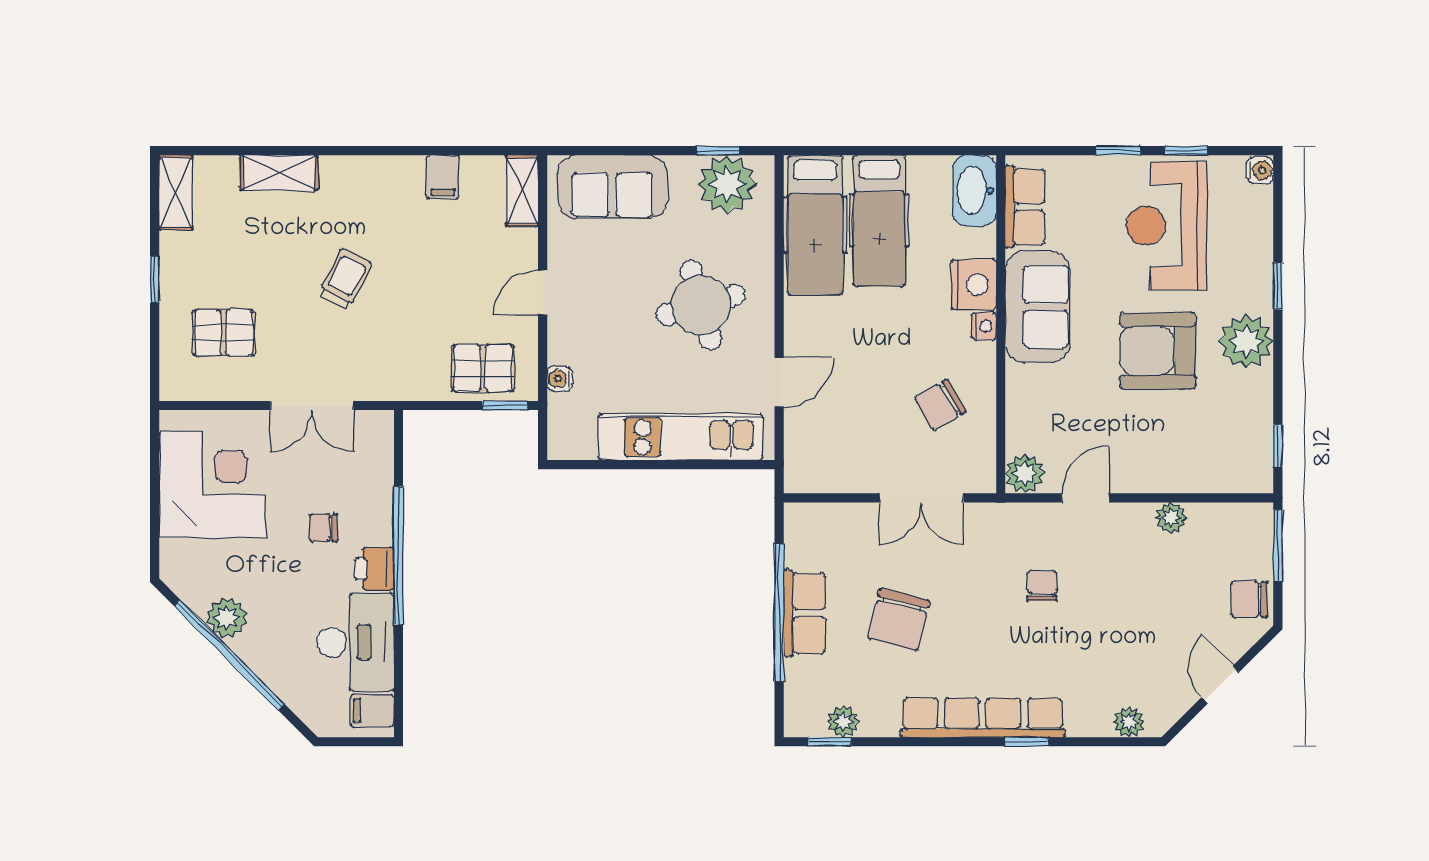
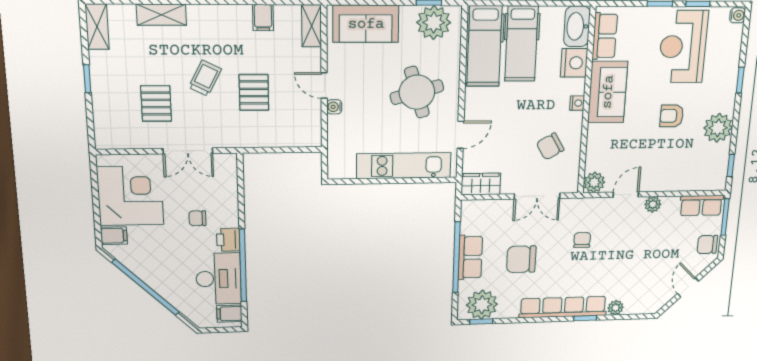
nightstand: (974, 285) -> (574, 63), moved
door: (543, 292) -> (324, 85), hinge flipped
pallet: (224, 333) -> (156, 103), moved, turned 90
plant: (1246, 341) -> (718, 128), moved
armchair: (1158, 351) -> (672, 116), width x0.53, depth x0.53
pallet: (483, 368) -> (254, 92), moved, turned 90
water cooler: (560, 379) -> (334, 107), moved
window: (505, 406) -> (302, 150), removed
wardrobe: (818, 473) -> (481, 184), added
plant: (1171, 518) -> (653, 204), moved
row of seats: (1230, 522) -> (701, 205), added
window: (399, 556) -> (243, 265), moved
filing cabinet: (181, 557) -> (114, 236), added
chair: (1042, 586) -> (582, 240), moved
plant: (227, 618) -> (143, 268), removed
chair: (899, 619) -> (521, 259), turned 76
plant: (843, 722) -> (482, 305), width x1.87, depth x1.87
plant: (1129, 722) -> (616, 308), moved

